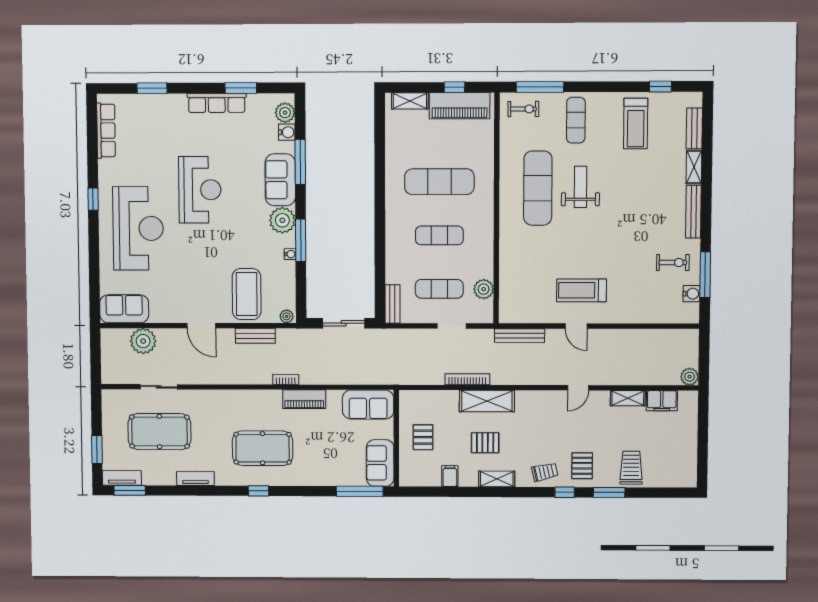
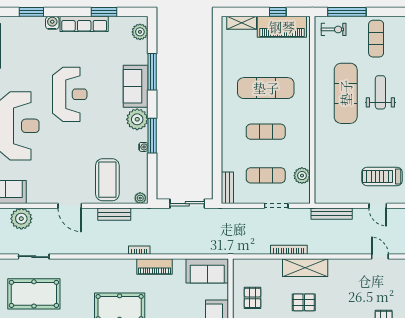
water cooler: (287, 132) -> (52, 23), moved, turned -90
door: (578, 388) -> (380, 257), swing flipped

